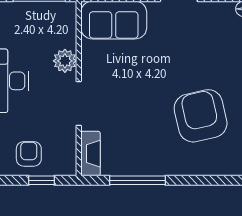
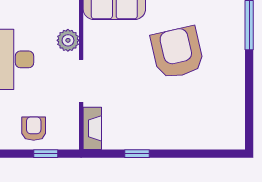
armchair: (201, 116) -> (177, 53), moved
window: (138, 180) -> (137, 154), width x0.46

